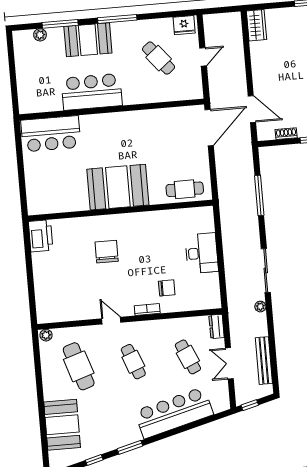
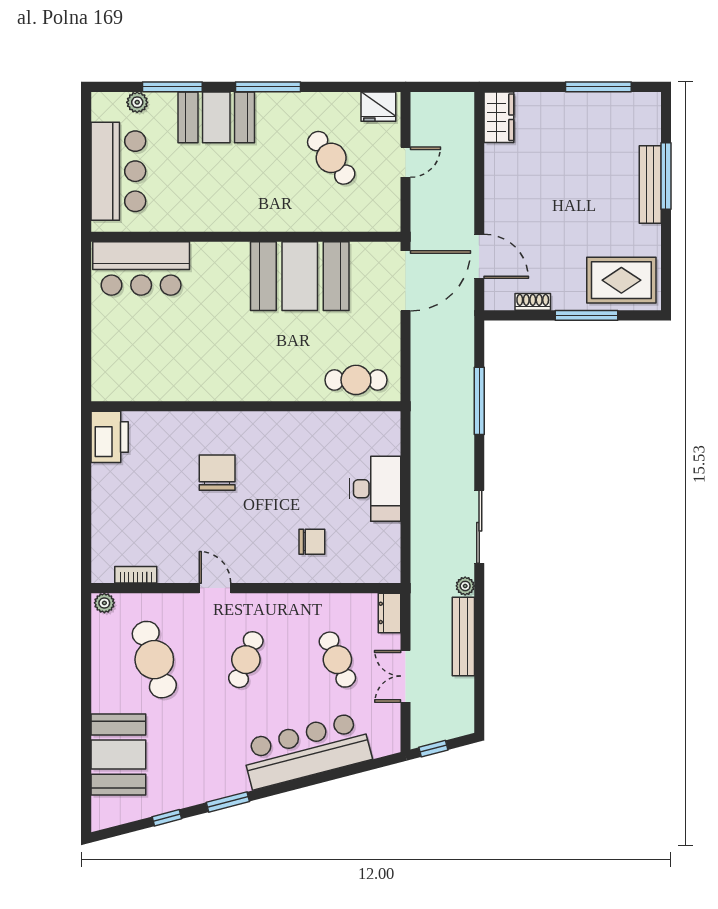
bar counter: (92, 92) -> (118, 171), moved, turned 90
booth: (118, 187) -> (300, 276), moved
bookcase: (147, 310) -> (136, 575), moved
bench: (264, 361) -> (463, 636), moved
cafe table: (133, 362) -> (246, 660), turned 42

